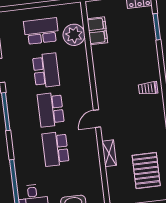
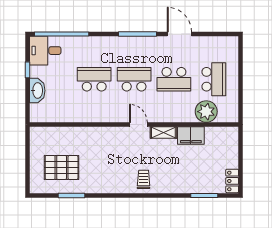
filing cabinet: (97, 31) -> (191, 135), moved
door: (97, 119) -> (138, 125), moved
shelving: (109, 153) -> (163, 132), moved

